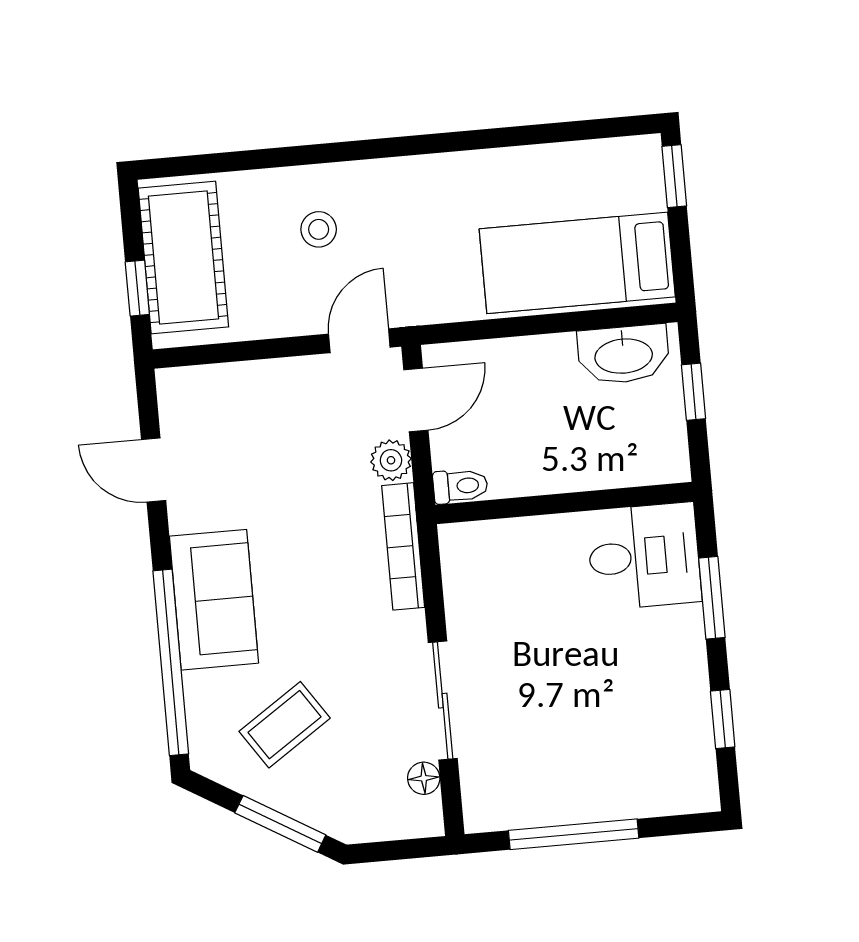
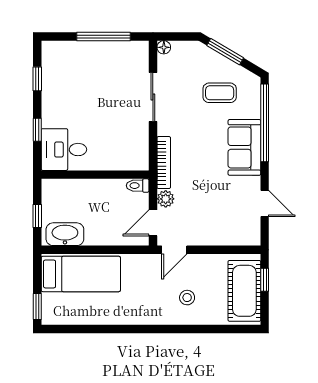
window: (712, 598) -> (37, 130), width x0.67
coffee table: (285, 725) -> (220, 93), turned 34
floor lamp: (424, 778) -> (164, 47), moved

